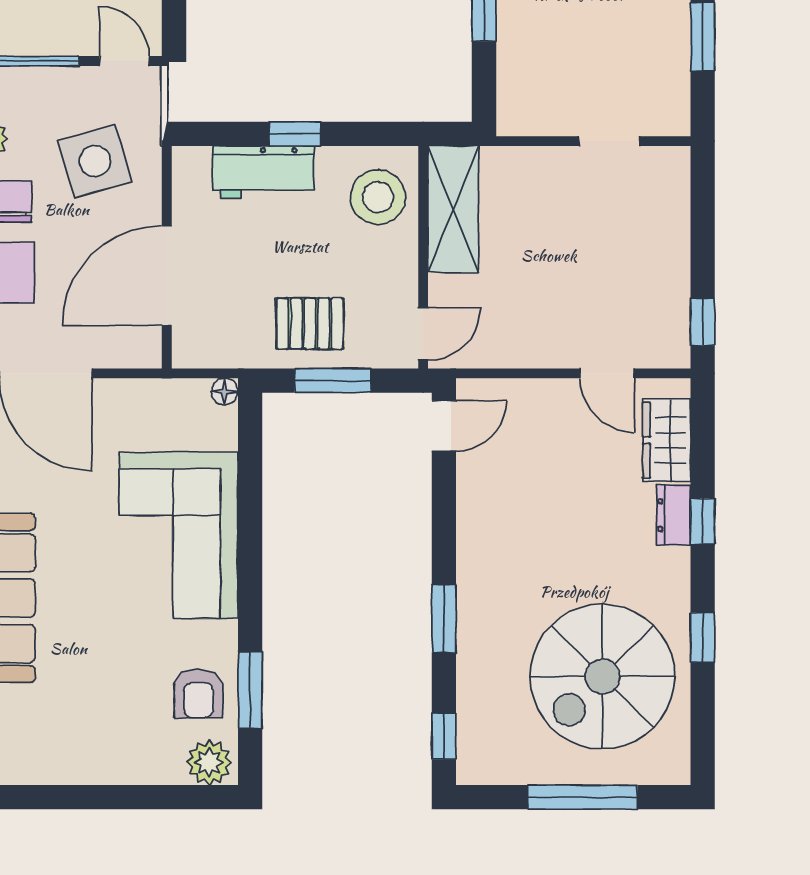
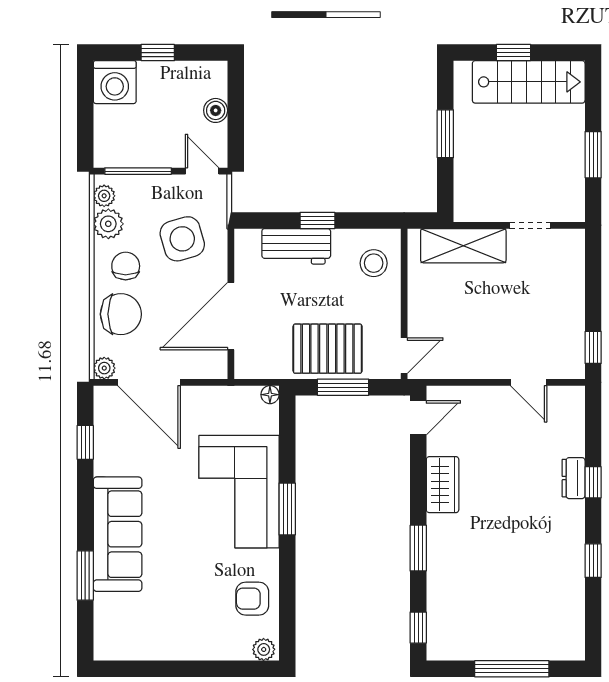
stool: (378, 197) -> (374, 263), width x0.73, depth x0.73
shelving: (453, 209) -> (463, 246), moved, turned 90
pallet: (310, 324) -> (328, 349), width x1.50, depth x1.42
wardrobe: (667, 440) -> (443, 485), moved, turned 180
spiral stairs: (602, 676) -> (525, 587), removed
window: (250, 690) -> (287, 509), moved
armchair: (198, 693) -> (252, 599), turned 90
plant: (209, 762) -> (264, 649), width x0.73, depth x0.73

